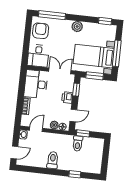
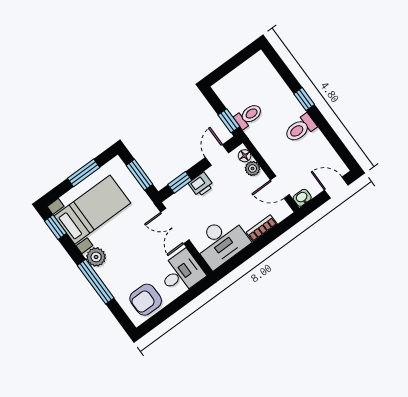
window: (52, 15) -> (96, 282), moved
window: (117, 53) -> (84, 173), width x0.69
bed with nightstands: (94, 56) -> (92, 210), moved, turned -90
door: (73, 115) -> (217, 155), hinge flipped
window: (75, 174) -> (304, 99), moved

